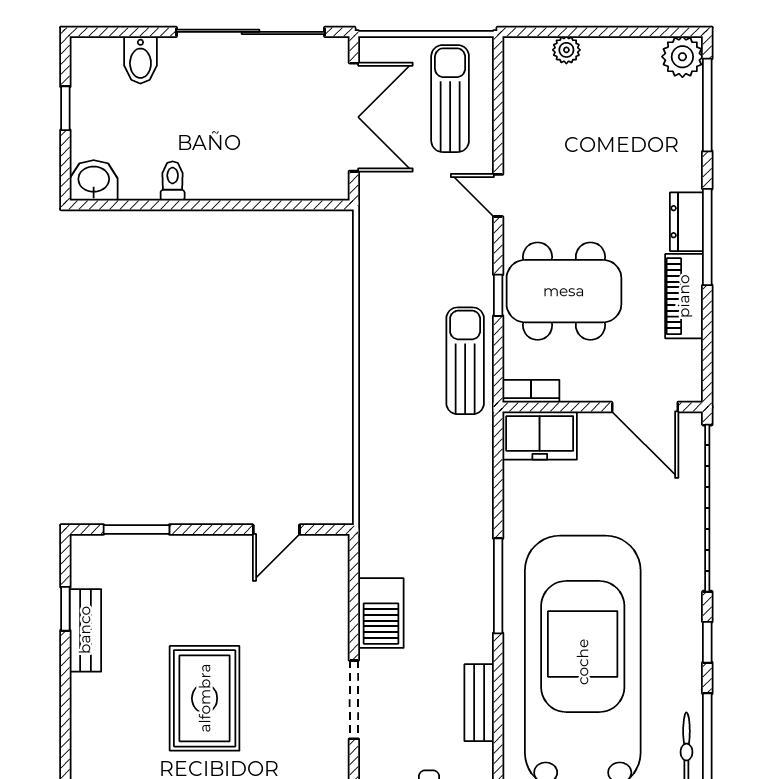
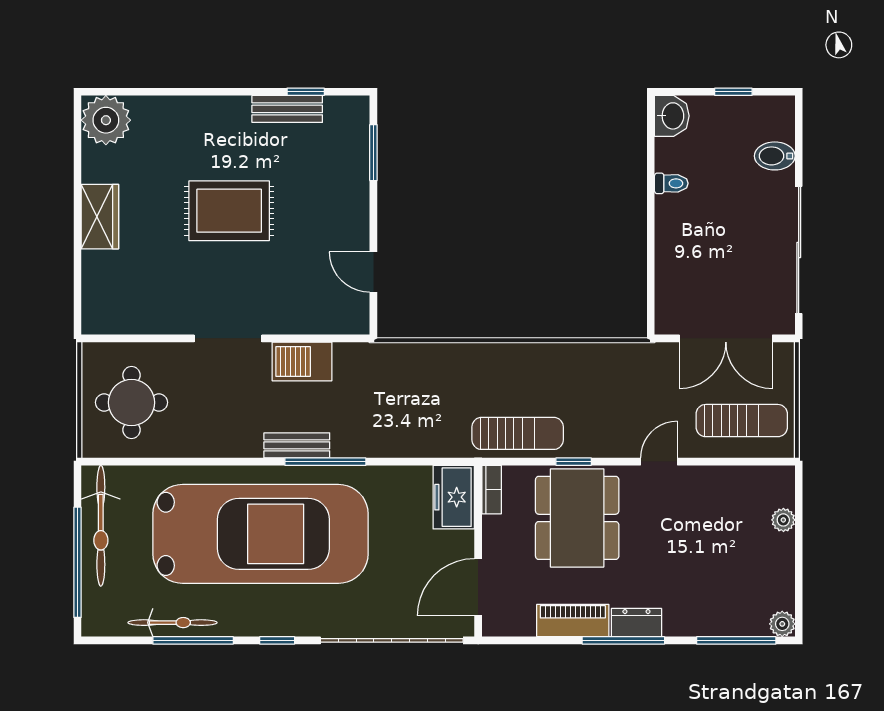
plant: (682, 57) -> (782, 624), width x0.73, depth x0.73
bench: (479, 703) -> (297, 445), moved

